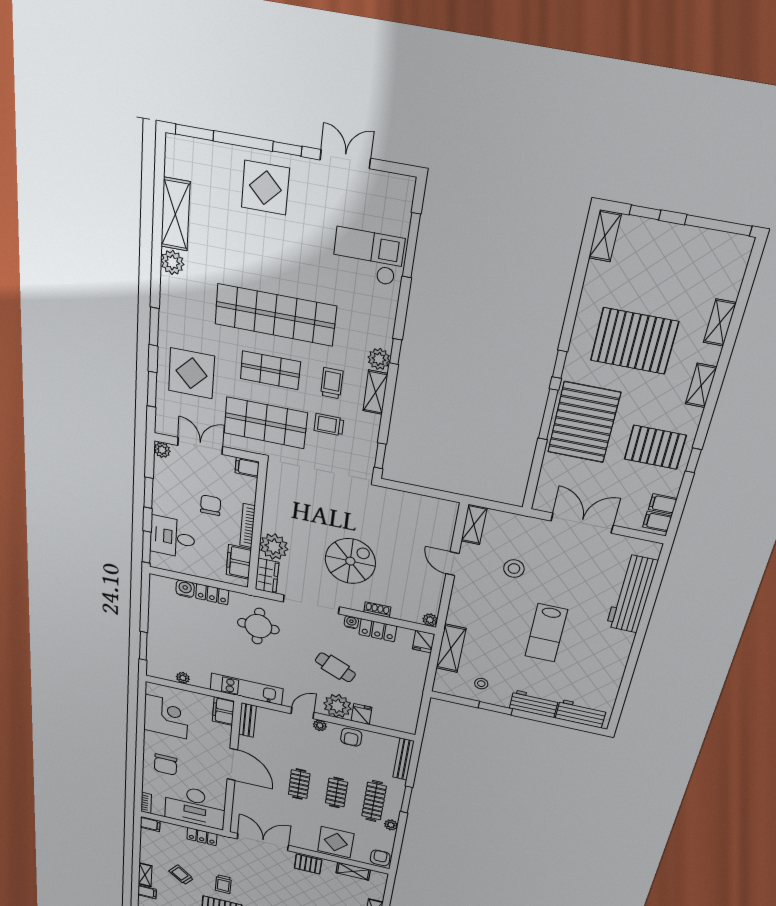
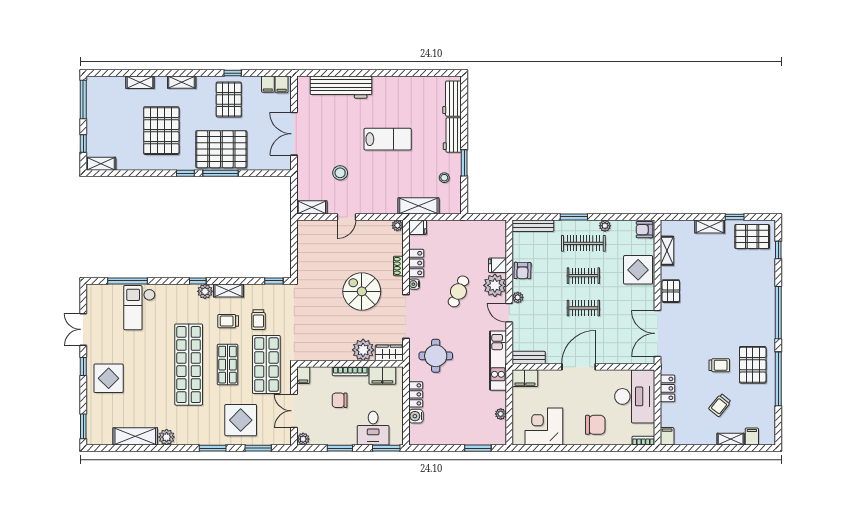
armchair: (351, 737) -> (523, 271), turned 91

